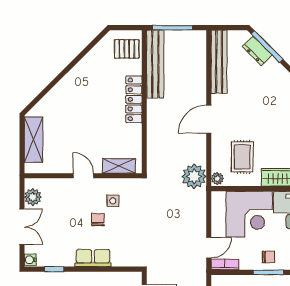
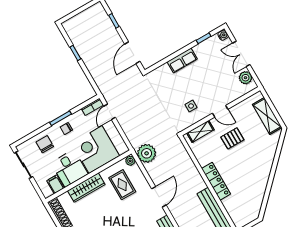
pallet: (127, 49) -> (232, 138), moved
chair: (98, 219) -> (194, 88), removed

